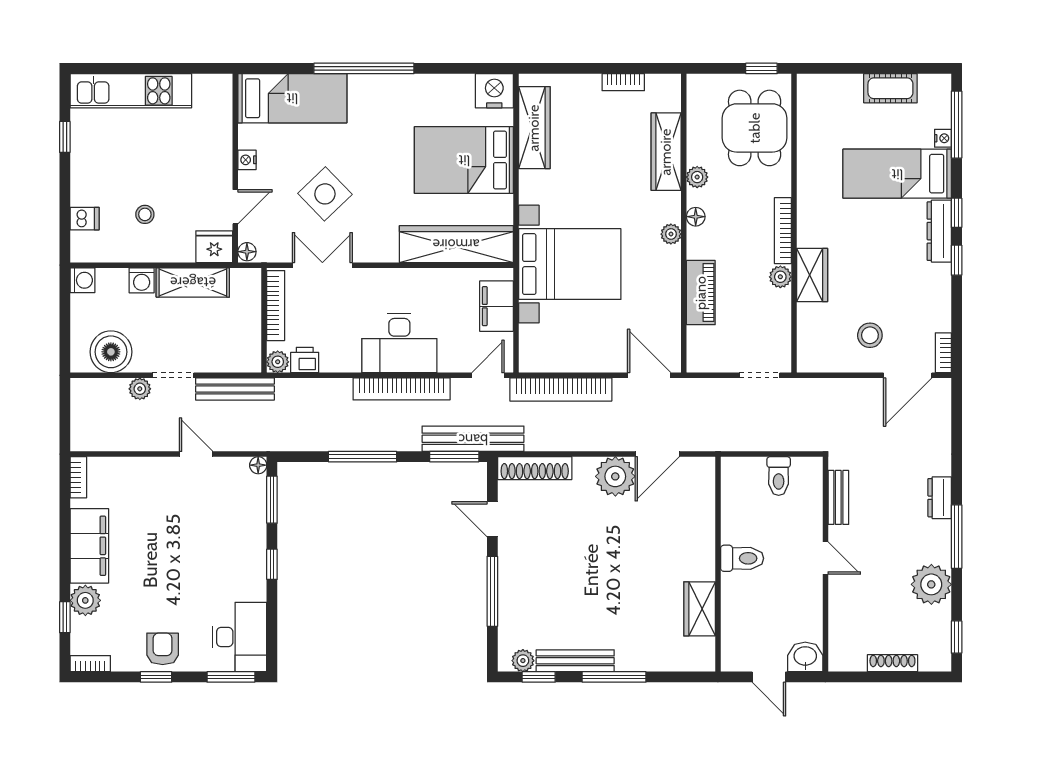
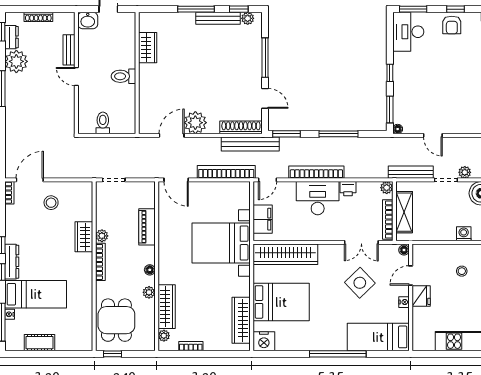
plant: (671, 234) -> (164, 336), moved
fridge: (214, 247) -> (421, 296), moved, turned -90
shelving: (193, 282) -> (404, 212), moved, turned 90
printer: (305, 360) -> (348, 189), moved
bench: (473, 439) -> (250, 144), moved
bench: (838, 497) -> (69, 50), moved
dresser: (940, 498) -> (12, 37), moved

